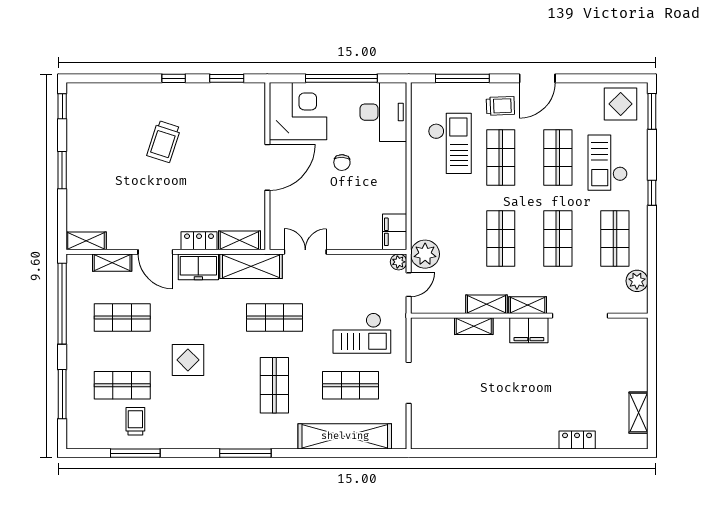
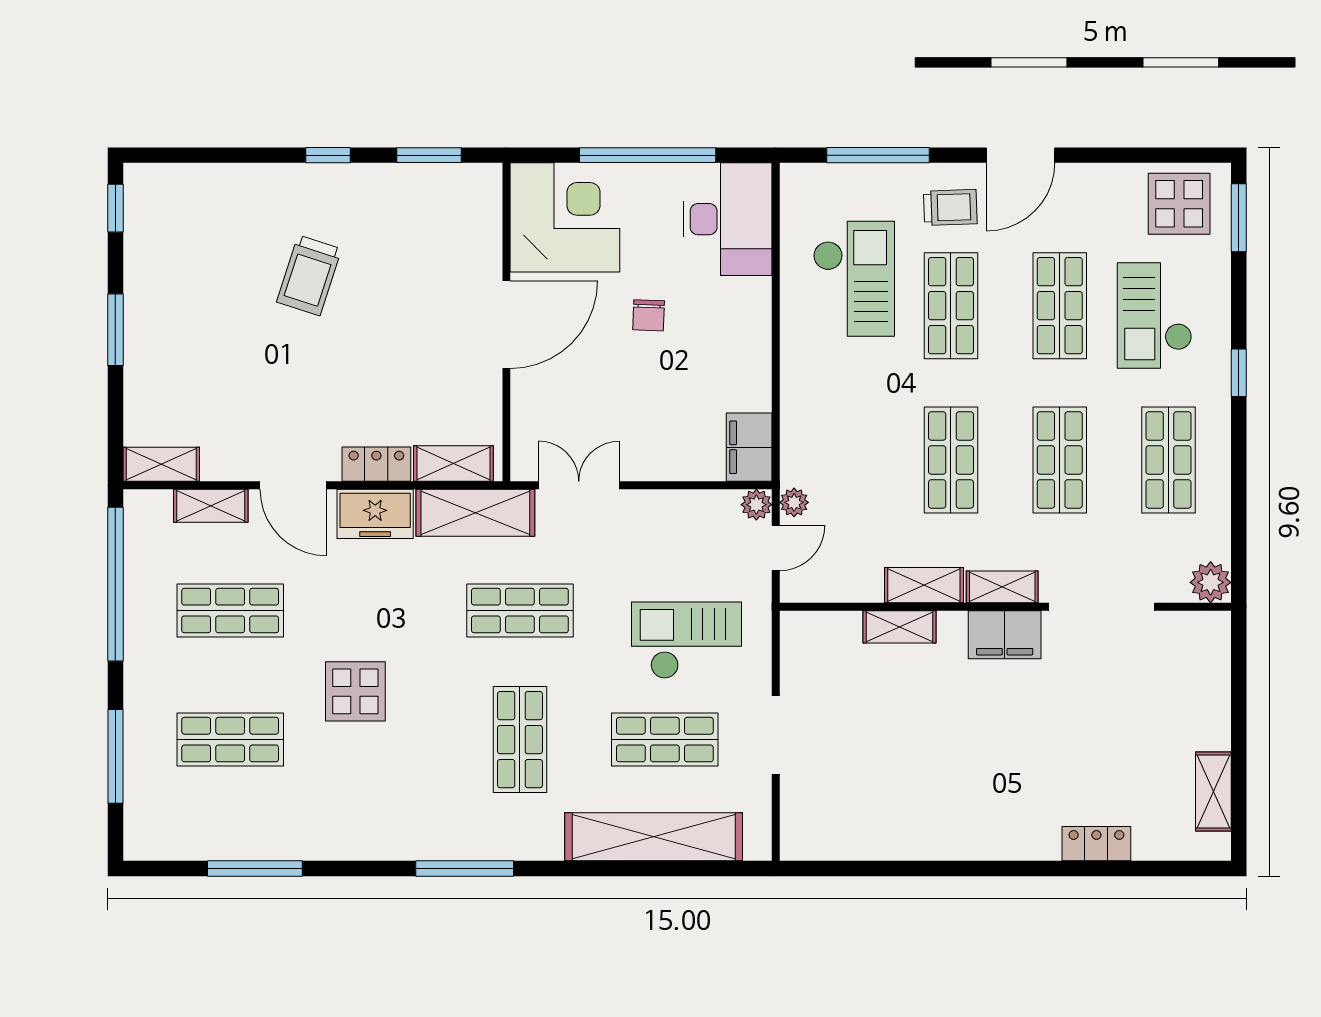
plant: (425, 254) -> (794, 502), width x0.53, depth x0.53
plant: (637, 281) -> (1211, 582), moved
checkout: (362, 333) -> (687, 640), turned 180
trolley: (135, 421) -> (255, 808), removed

